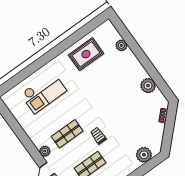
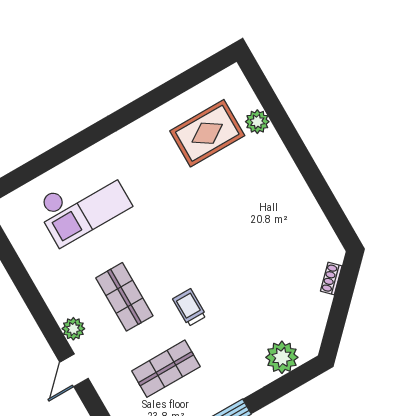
rug: (86, 54) -> (207, 133), moved
plant: (148, 86) -> (305, 212), removed
shop shelf: (67, 134) -> (124, 297), turned 90

